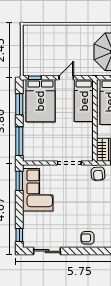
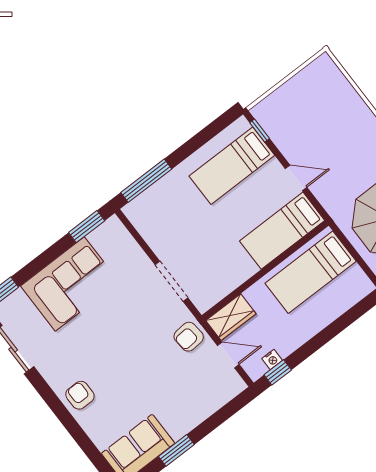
bed: (40, 101) -> (232, 166), width x0.67
window: (19, 104) -> (202, 138), removed
corner sofa: (38, 190) -> (70, 284), moved

